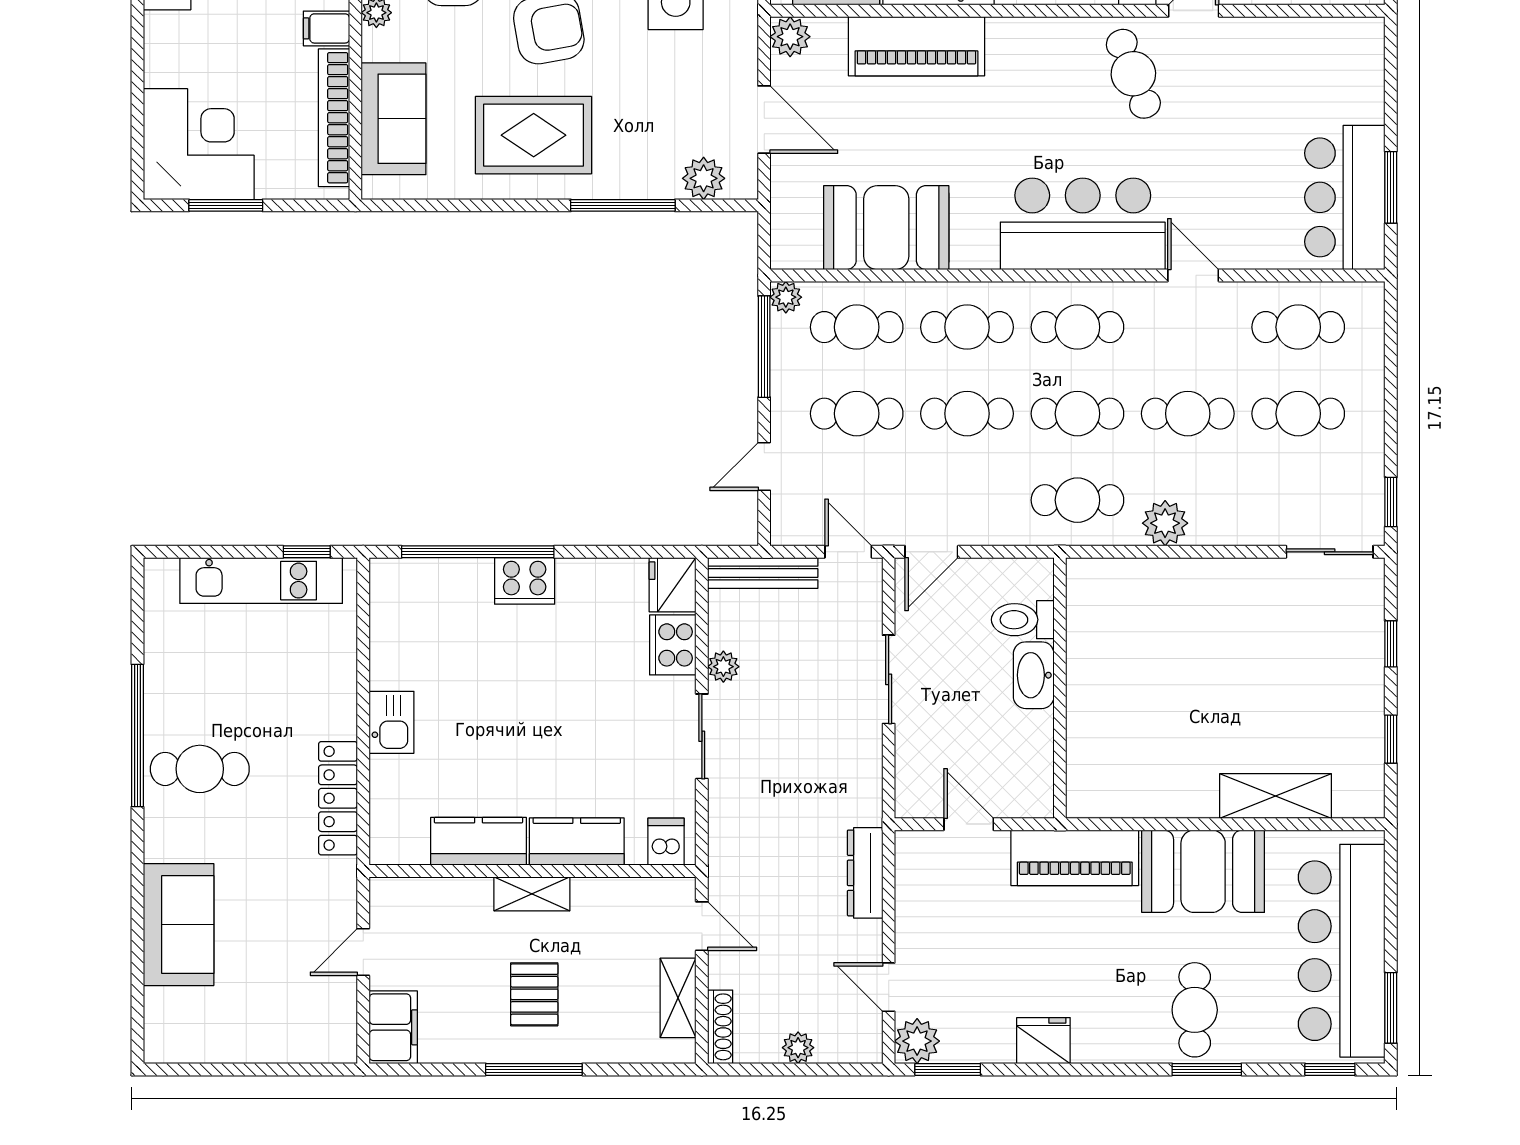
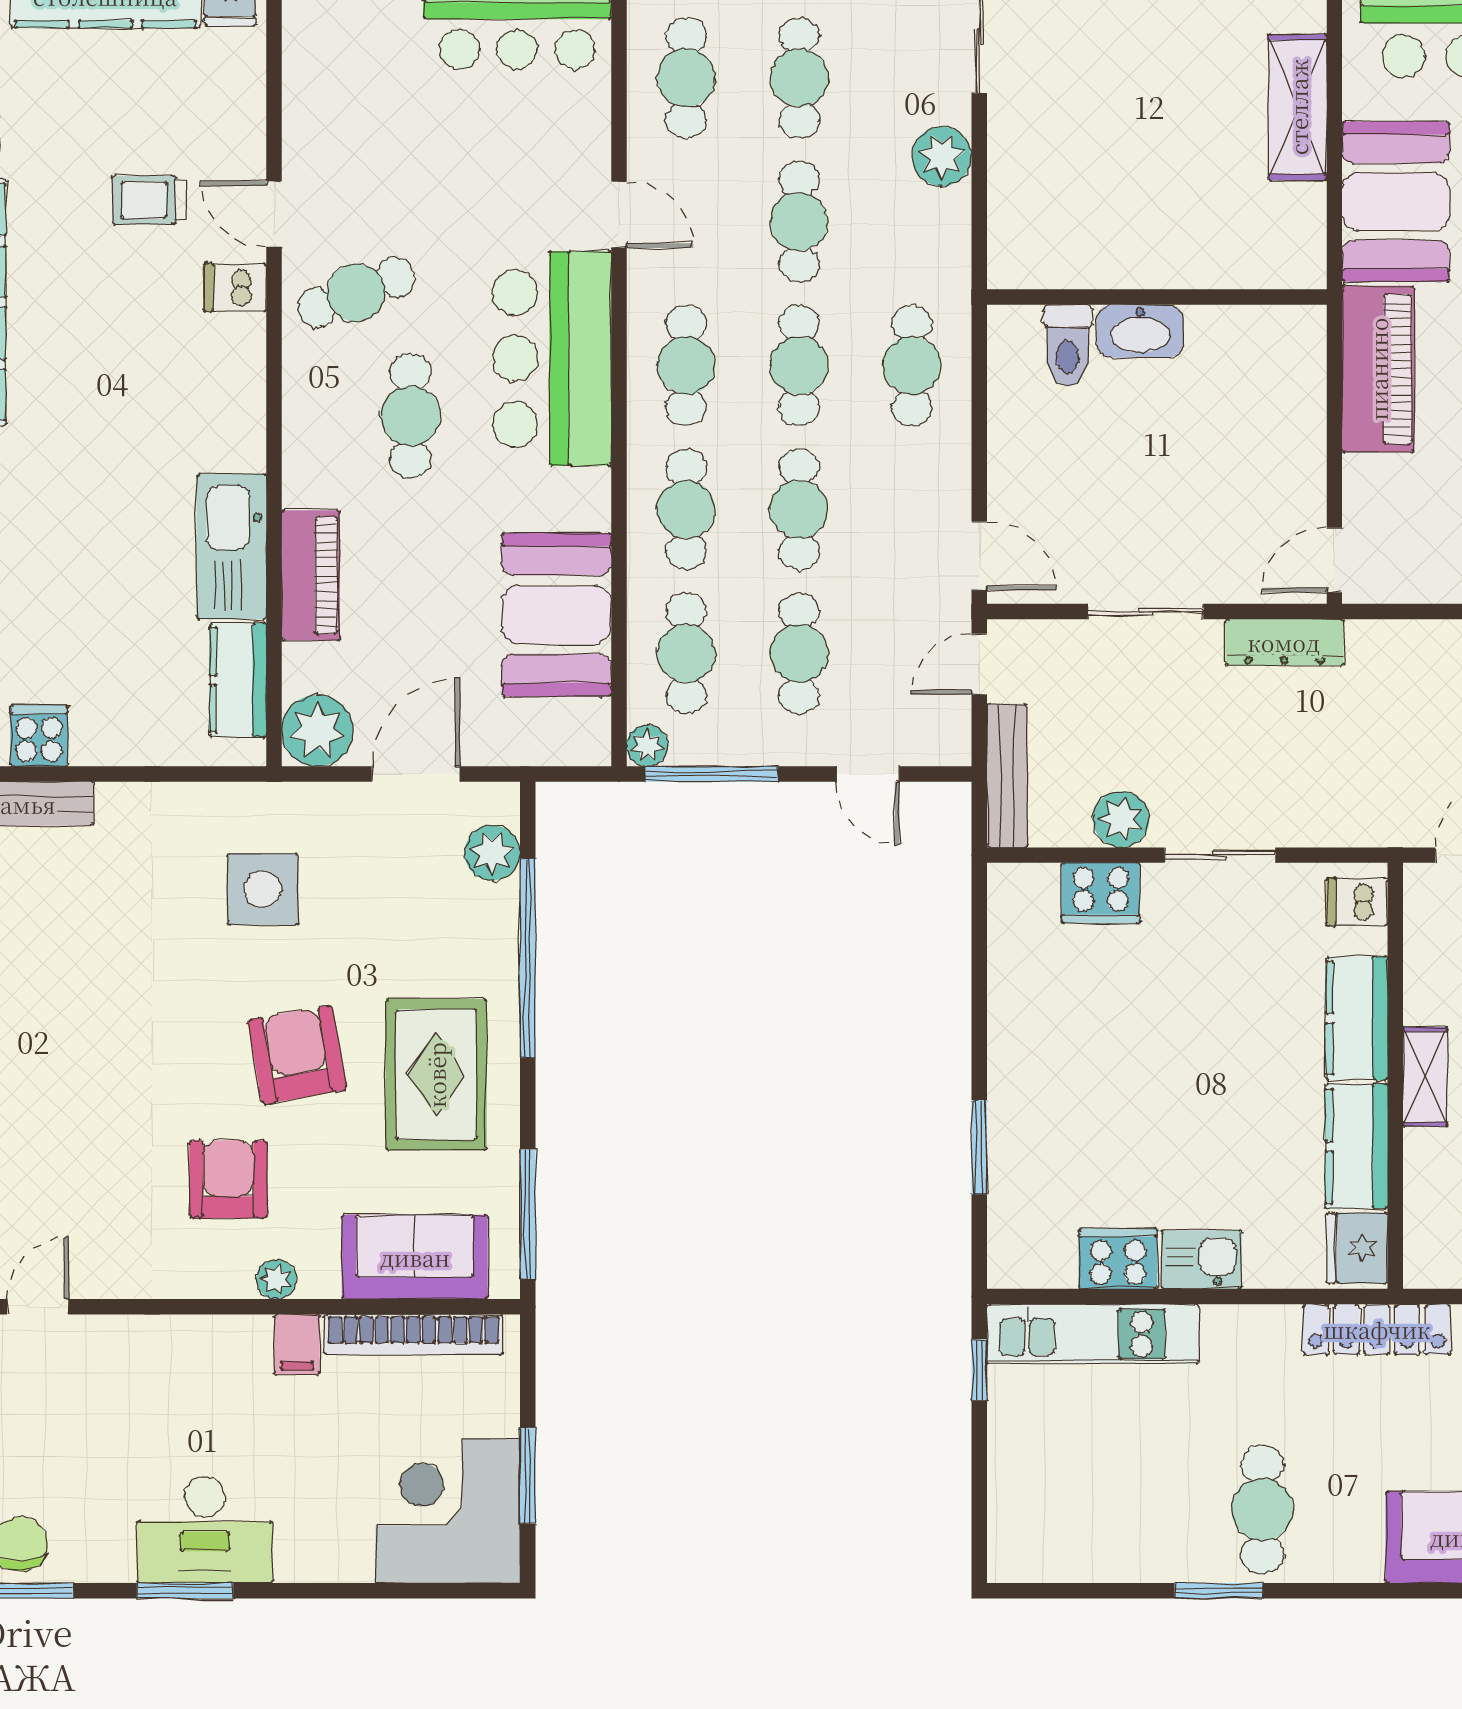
plant: (790, 37) -> (317, 731), width x1.36, depth x1.36
piano: (916, 46) -> (311, 575), width x0.73, depth x0.75
cafe table: (1039, 115) -> (410, 416), added
window: (427, 205) -> (528, 1214), added
window: (623, 205) -> (528, 958), width x1.46
door: (1193, 275) -> (619, 215), swing flipped
plant: (1165, 523) -> (942, 156), moved
window: (478, 552) -> (979, 1147), width x0.47
kitchen unit: (261, 581) -> (1093, 1334), moved, turned 90
cooker: (525, 581) -> (1118, 1259), moved, turned -90
fridge: (673, 585) -> (1357, 1248), moved, turned 90
toilet: (1023, 620) -> (1068, 345), moved
plant: (723, 667) -> (1121, 819), width x1.38, depth x1.38
washbasin: (1034, 675) -> (1140, 331), moved
wall: (1060, 688) -> (1157, 297), moved
window: (137, 735) -> (1219, 1591), width x0.47
locker: (338, 798) -> (1377, 1329), moved
door: (969, 824) -> (1334, 560), moved
dresser: (865, 873) -> (1284, 642), moved

